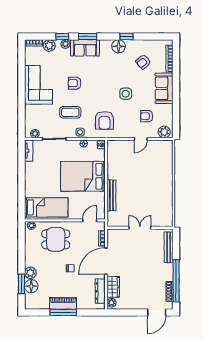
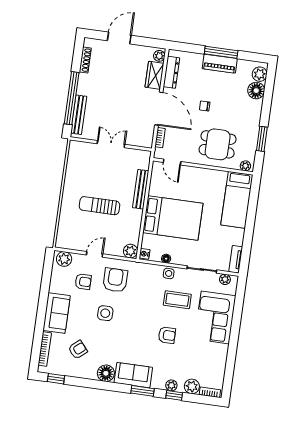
window: (127, 36) -> (56, 379), moved
sofa: (85, 48) -> (133, 375), moved
corner sofa: (38, 85) -> (215, 317), moved
armchair: (104, 120) -> (115, 280), moved
plant: (113, 145) -> (130, 251), added
sun lounger: (142, 178) -> (99, 206), added
bed: (46, 207) -> (237, 200), moved, turned -90
door: (90, 220) -> (172, 162), hinge flipped
double door: (140, 228) -> (111, 144), swing flipped
door: (106, 261) -> (159, 109), hinge flipped
plant: (30, 273) -> (260, 74), moved
window: (176, 281) -> (72, 98), moved
window: (21, 284) -> (262, 139), moved
door: (157, 312) -> (119, 38), moved

